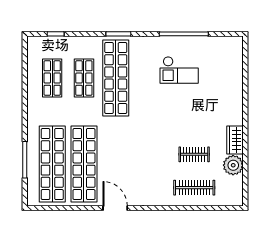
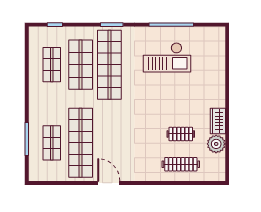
checkout: (179, 70) -> (167, 57), width x1.36, depth x1.21
shop shelf: (84, 78) -> (81, 65), width x1.43, depth x1.36
shop shelf: (52, 164) -> (52, 143), width x0.50, depth x0.74

